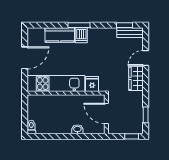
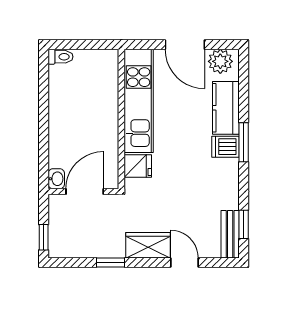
plant: (34, 38) -> (220, 61), added
window: (146, 115) -> (110, 263), moved
washbasin: (77, 129) -> (56, 179), moved

